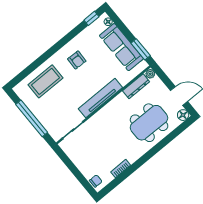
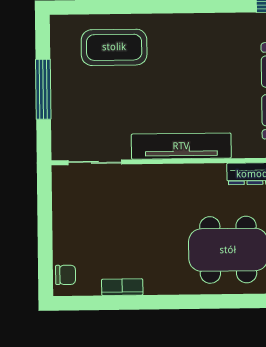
armchair: (77, 60) -> (193, 53), removed
window: (32, 118) -> (43, 89), width x0.68

